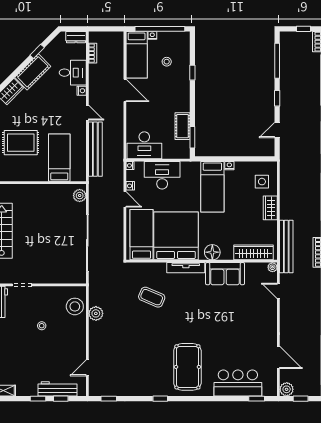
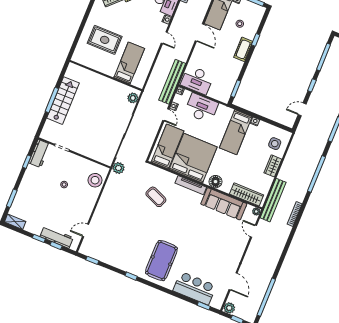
cot: (182, 126) -> (243, 49), moved
bench: (95, 149) -> (172, 82), moved
sofa: (225, 274) -> (224, 204), width x1.36
plant: (96, 313) -> (118, 168), moved

